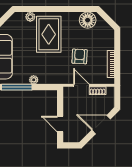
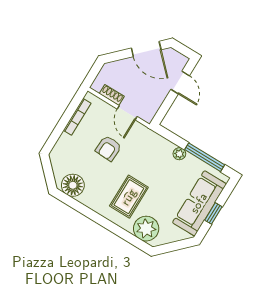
plant: (30, 17) -> (146, 229), width x1.88, depth x1.88
rug: (49, 34) -> (129, 197), width x0.73, depth x0.70
door: (101, 125) -> (146, 49), moved

